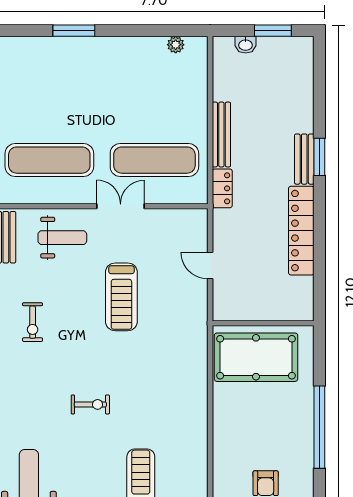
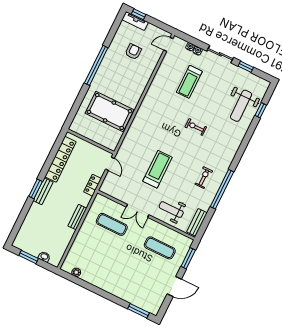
window: (74, 31) -> (138, 311), moved
bench: (221, 135) -> (77, 217), width x0.73
exercise mat: (49, 160) -> (160, 248), width x0.73, depth x0.69
exercise mat: (154, 160) -> (112, 224), width x0.73, depth x0.69
locker: (222, 188) -> (93, 185), moved
wall: (263, 323) -> (91, 142), moved

